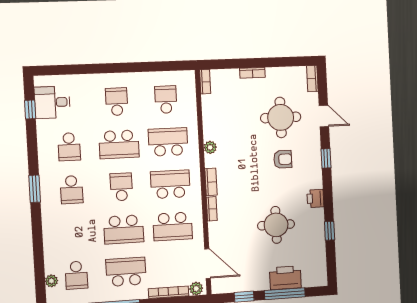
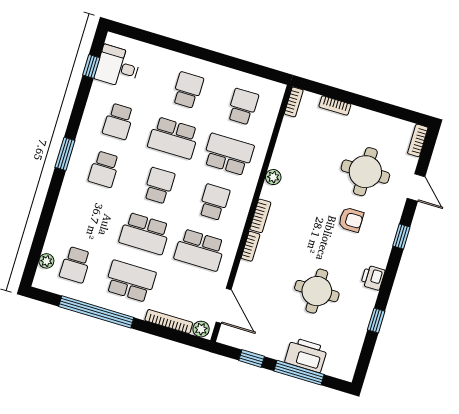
bookcase: (252, 73) -> (335, 106), moved
school desk: (170, 184) -> (214, 202), width x0.54

